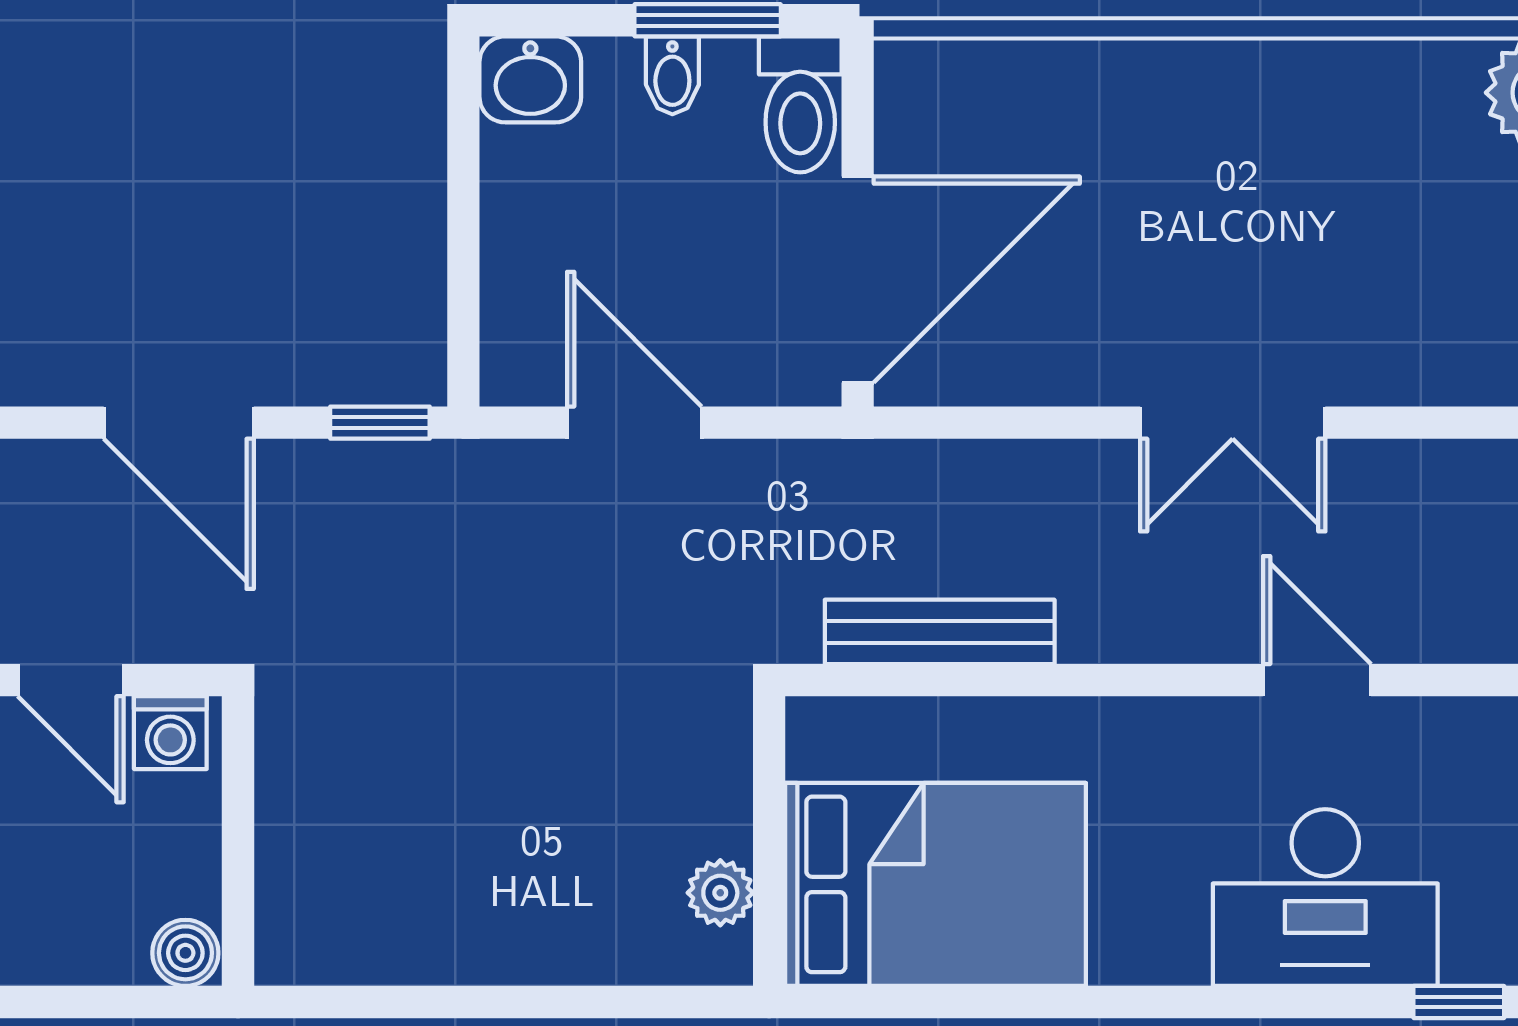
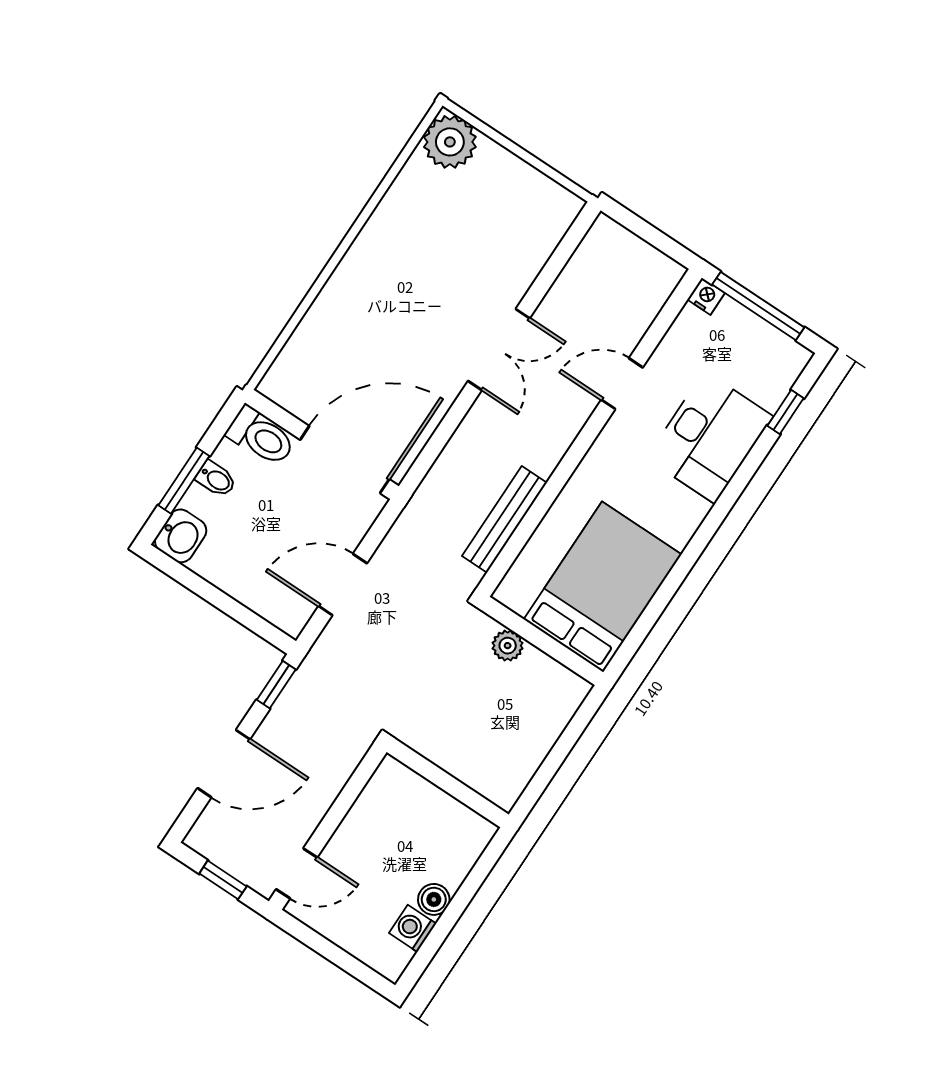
window: (708, 20) -> (184, 481), moved
door: (858, 279) -> (345, 460), hinge flipped
washing machine: (170, 733) -> (413, 928), moved, turned 180
wall: (238, 841) -> (448, 783), moved
plant: (720, 893) -> (508, 646), moved

